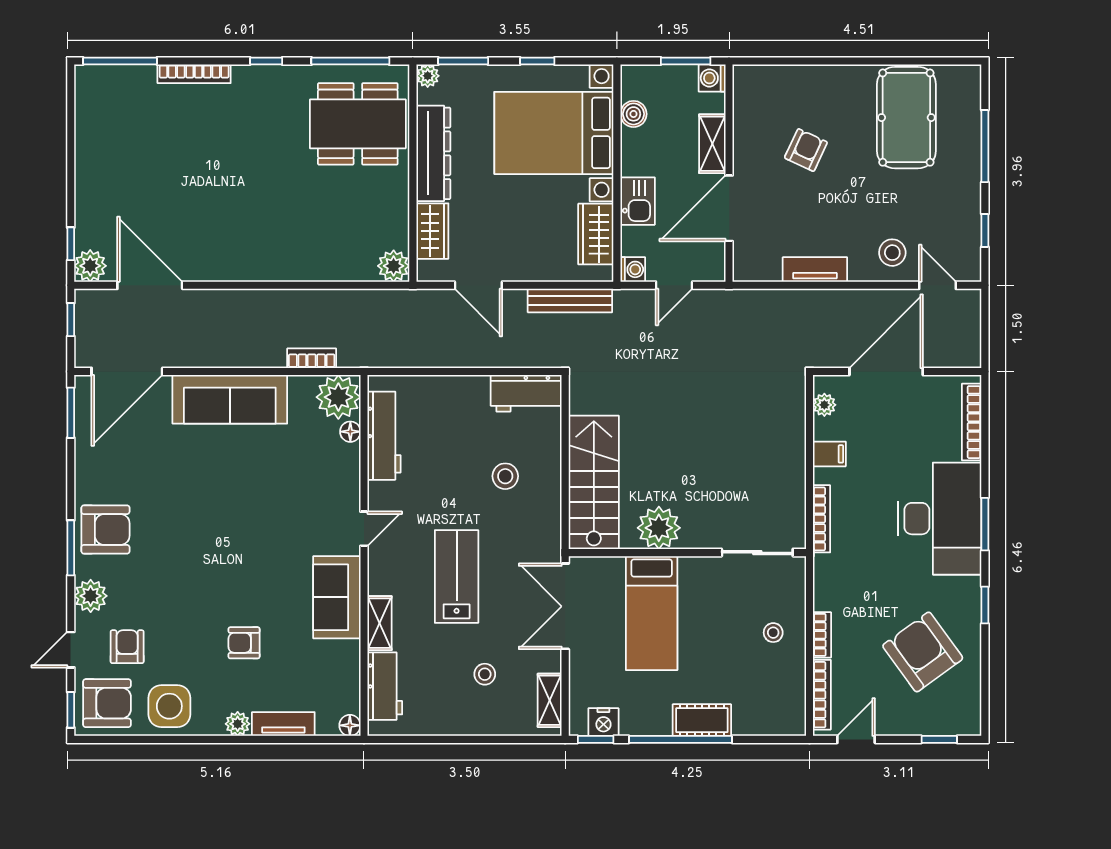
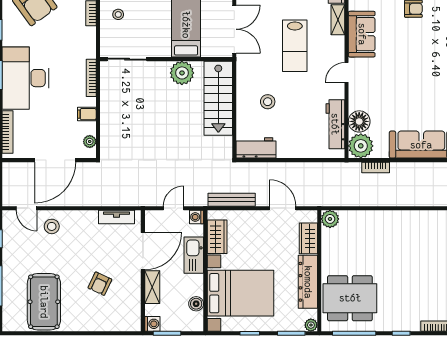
kitchen sink: (638, 201) -> (194, 255), width x1.38
tv unit: (815, 269) -> (116, 217), moved
floor lamp: (350, 432) -> (359, 121), width x1.89, depth x1.89

